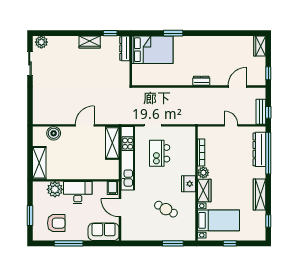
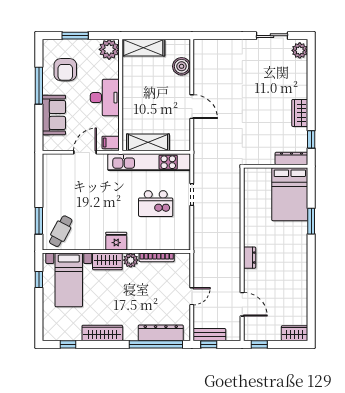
shelving: (112, 143) -> (148, 142), moved
kitchen island: (160, 153) -> (156, 204), turned 180
plant: (55, 189) -> (109, 49), moved
cafe table: (166, 209) -> (61, 231), moved
sofa: (104, 232) -> (54, 115), moved
window: (230, 243) -> (39, 280), moved

